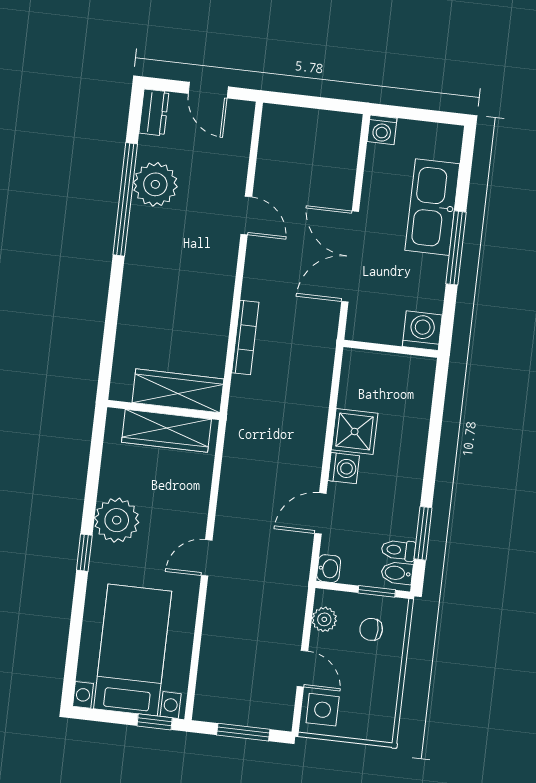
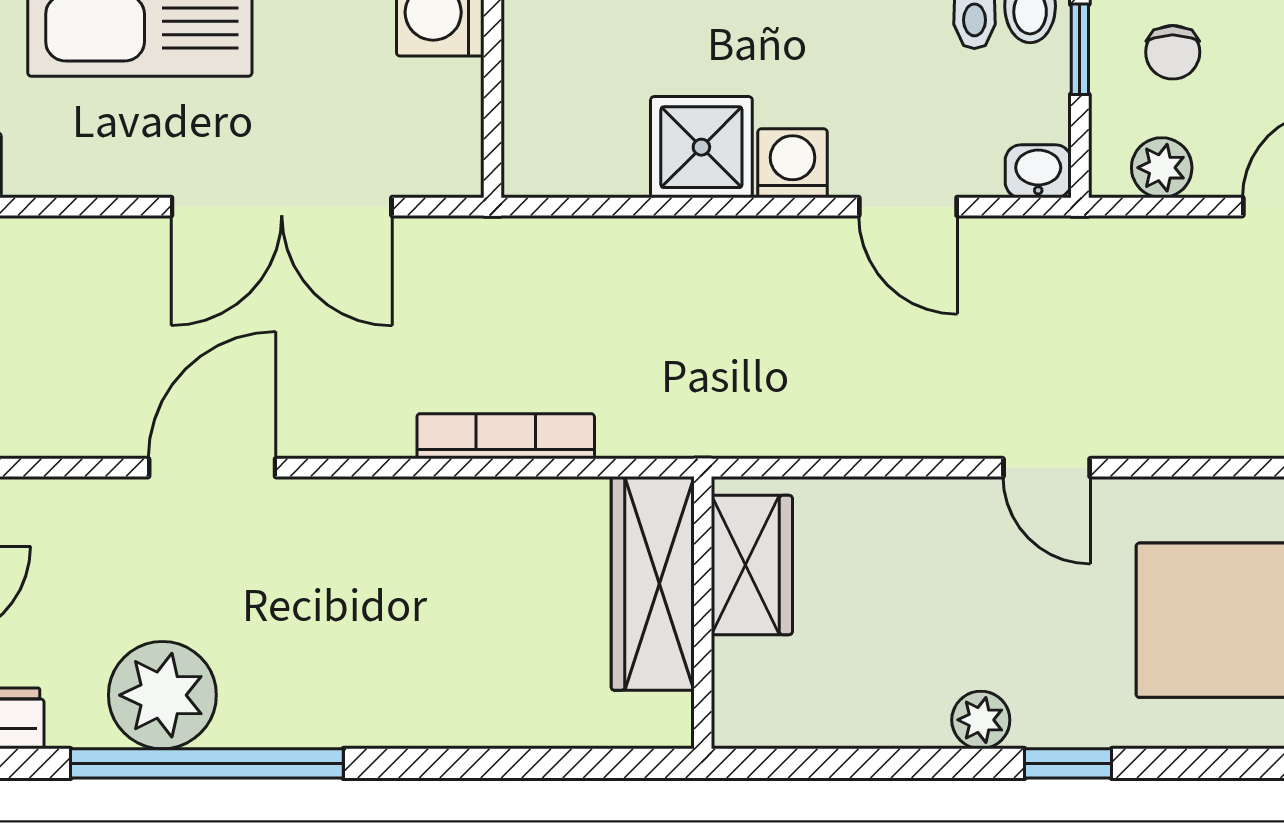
door: (246, 216) -> (212, 468), width x1.38
wardrobe: (166, 431) -> (752, 565), width x0.67
plant: (117, 520) -> (981, 720), width x0.53, depth x0.53

